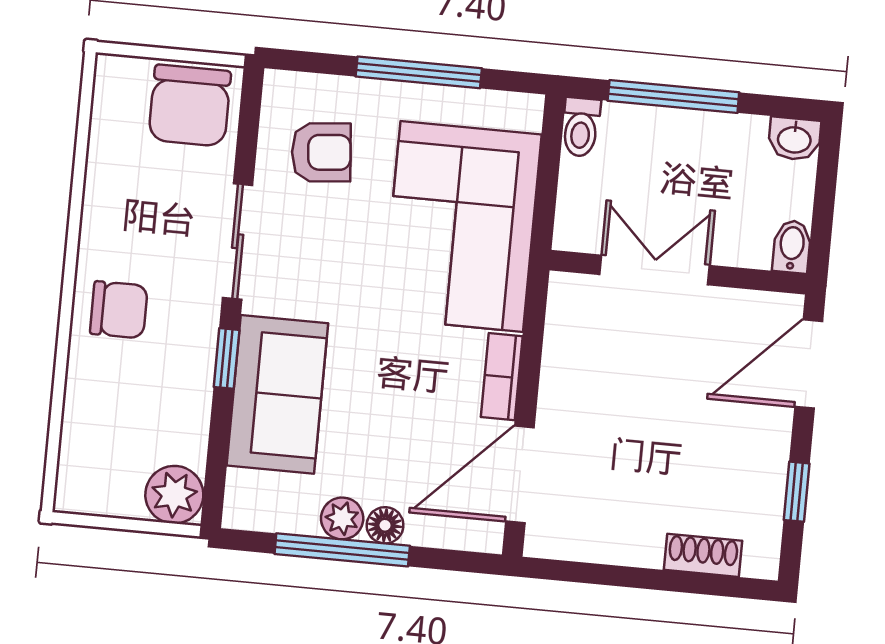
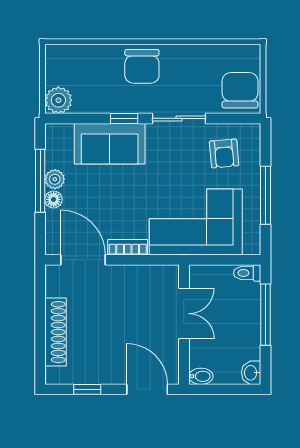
chair: (190, 106) -> (240, 90), turned 90
chair: (119, 310) -> (142, 66), width x1.37, depth x1.37
shoe rack: (703, 555) -> (56, 332), width x1.94, depth x1.24

